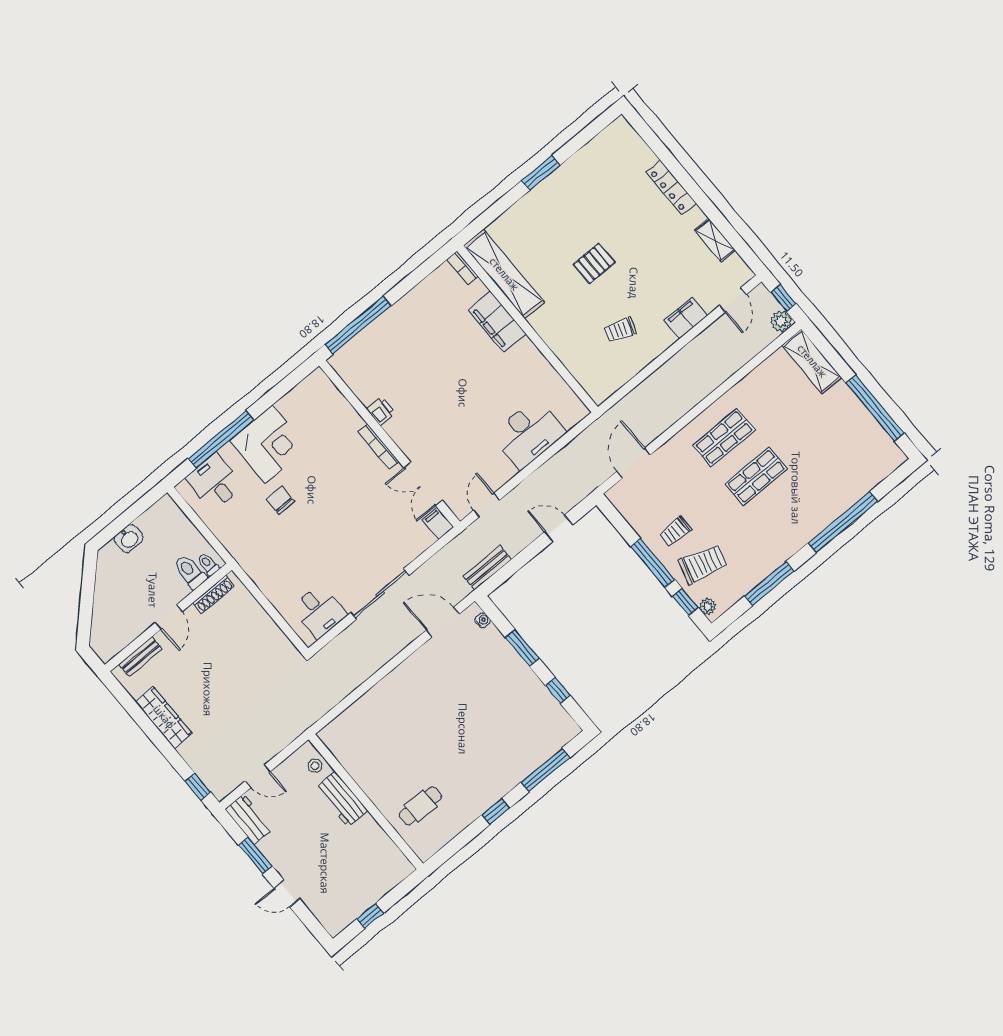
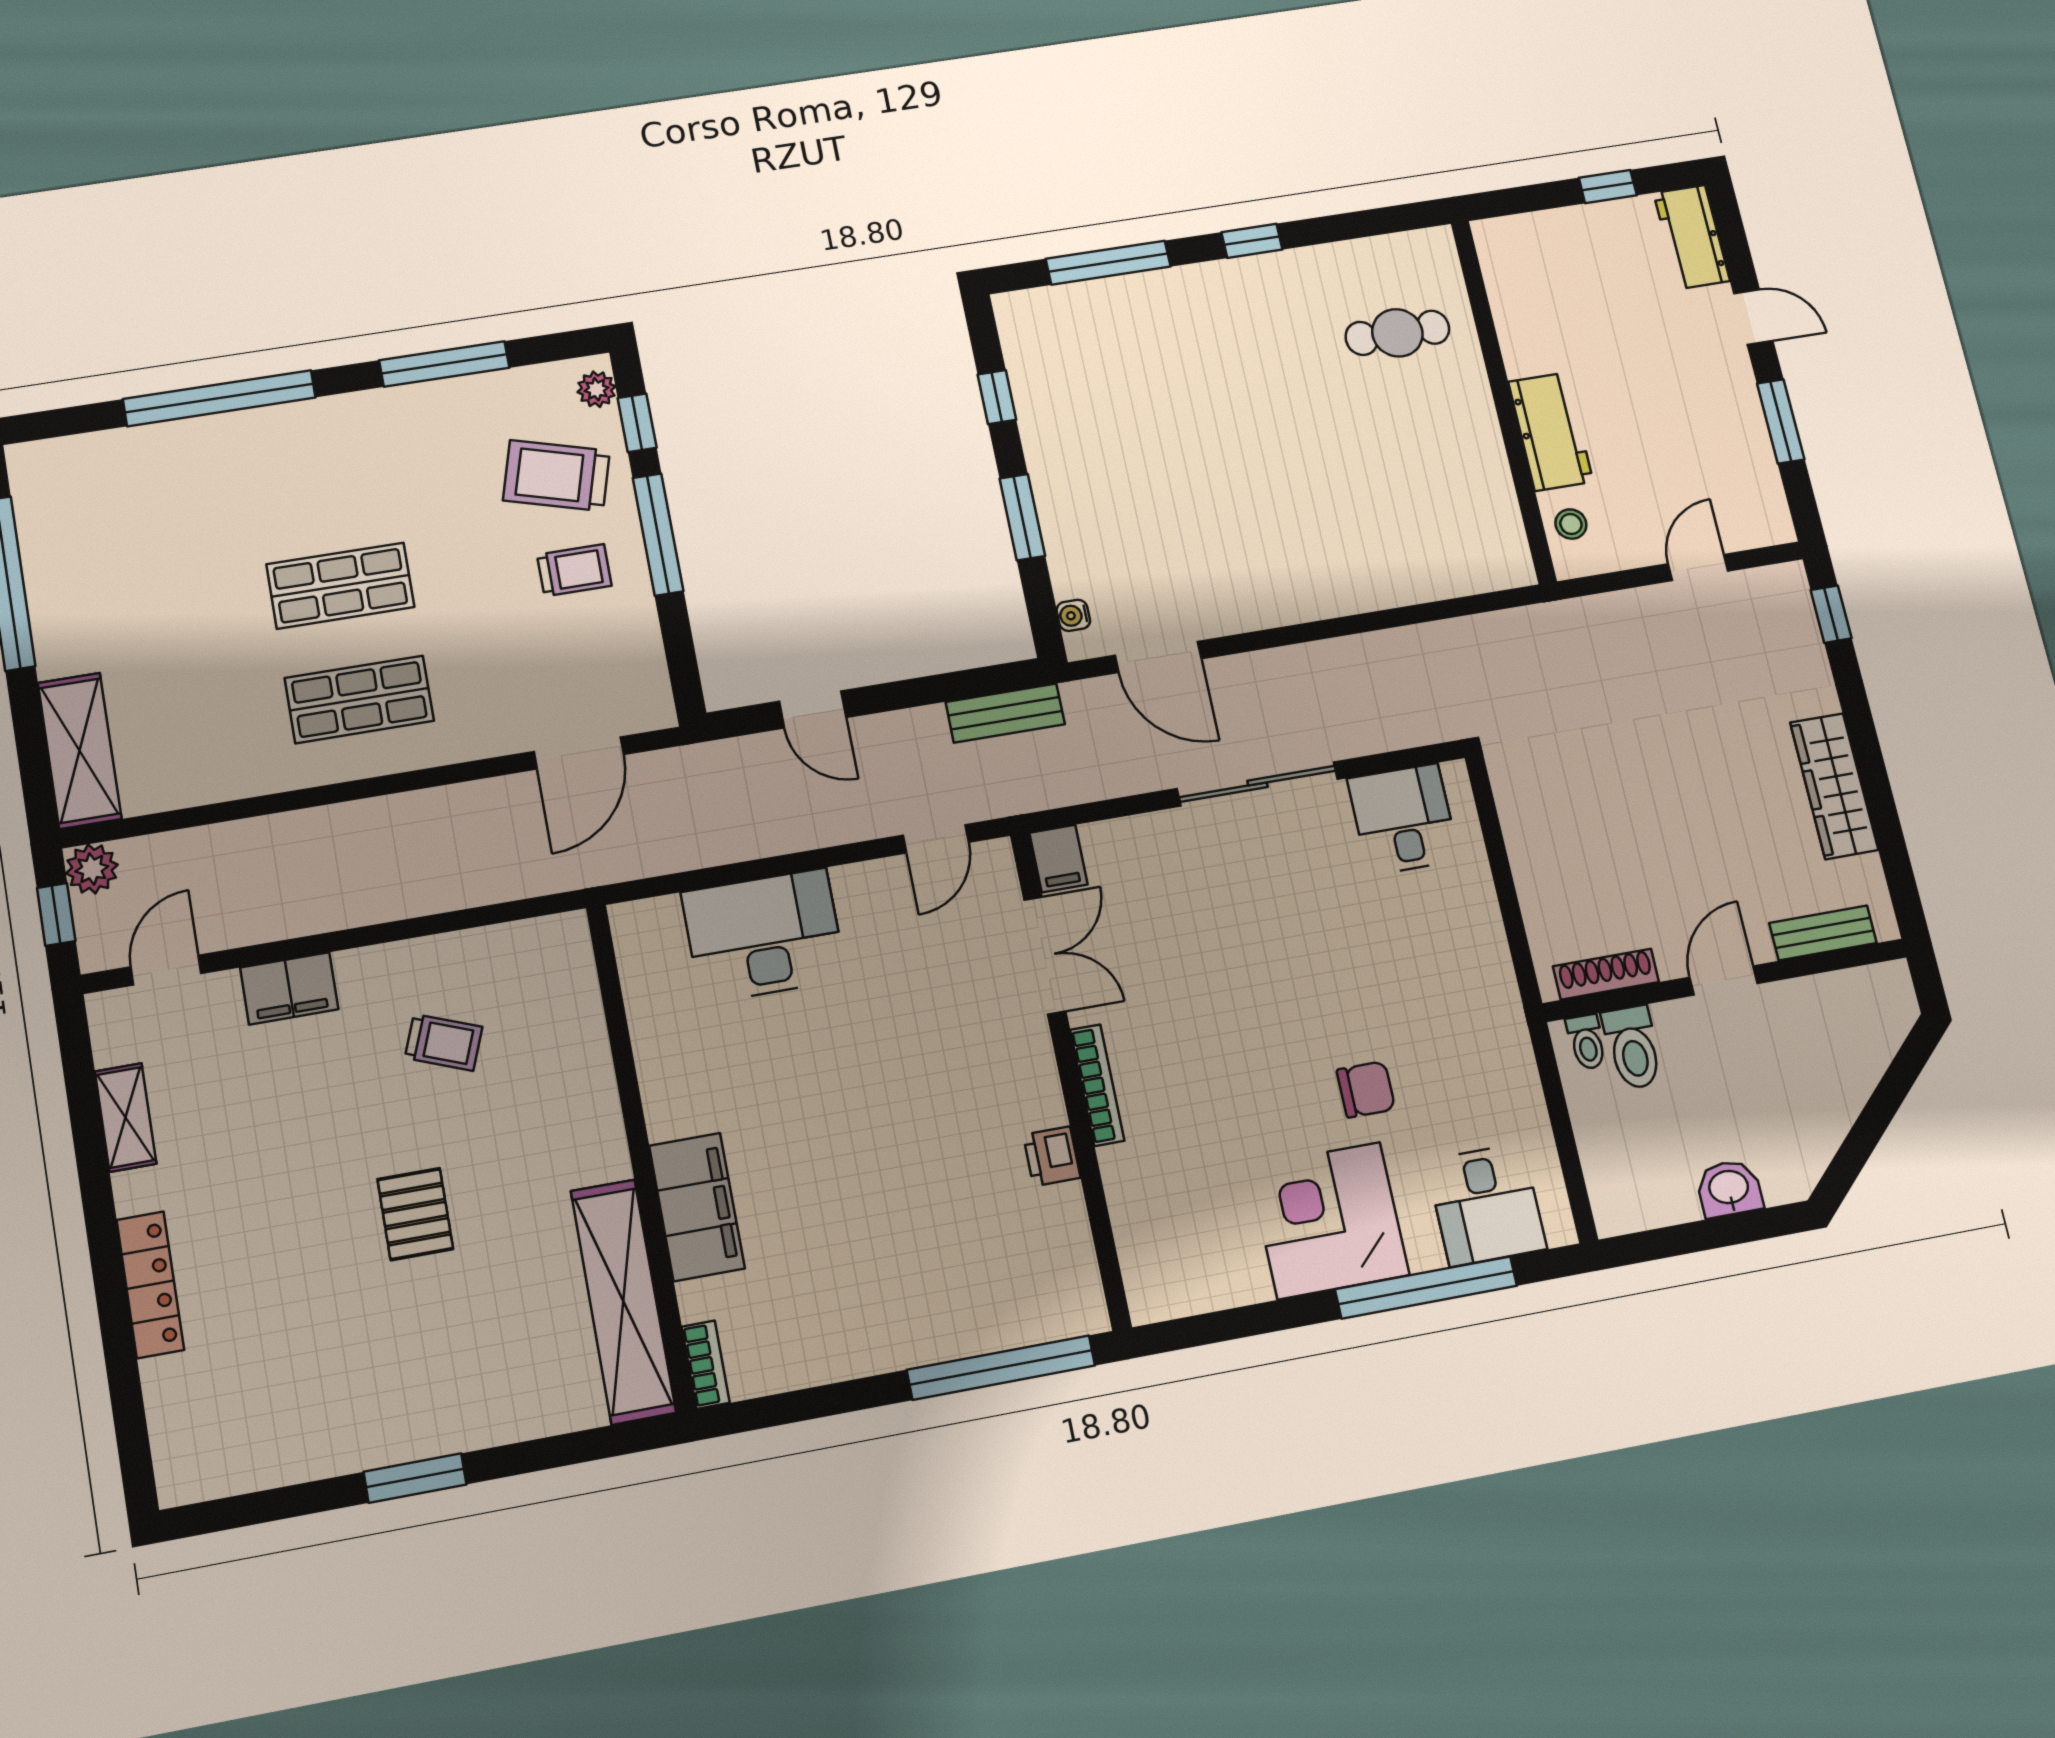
pallet: (594, 263) -> (415, 1214), turned 90
chair: (280, 500) -> (1366, 1089), turned -90
door: (258, 776) -> (1698, 567), hinge flipped
workbench: (249, 819) -> (1692, 237), moved

